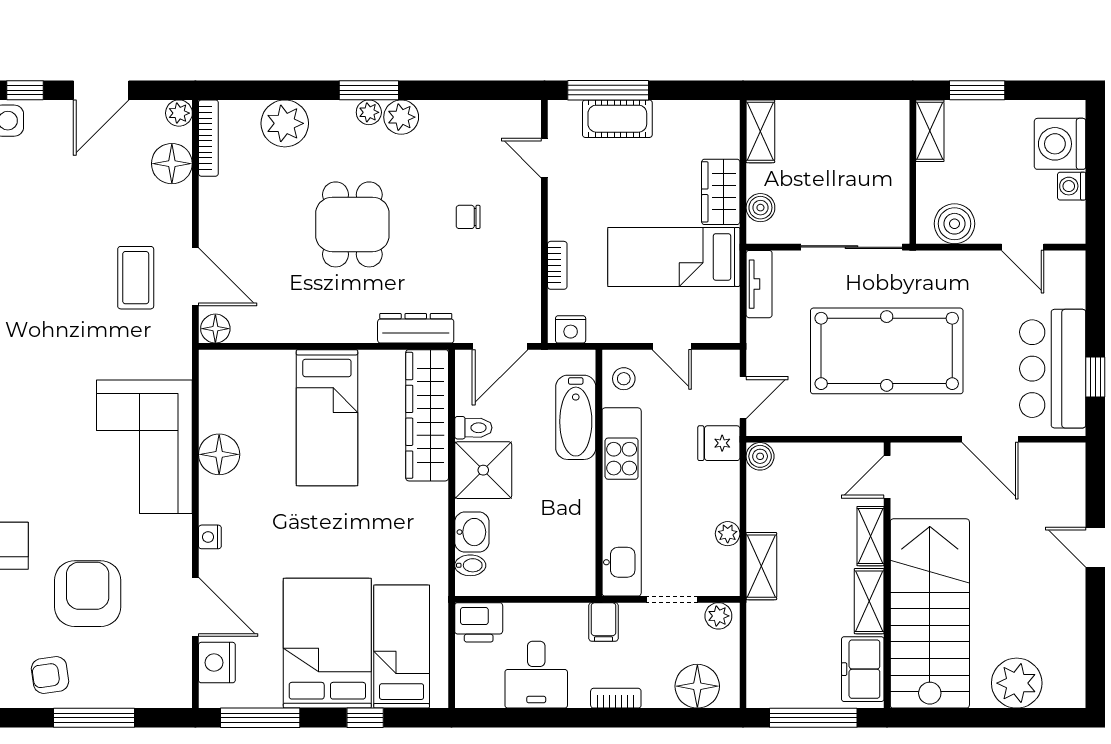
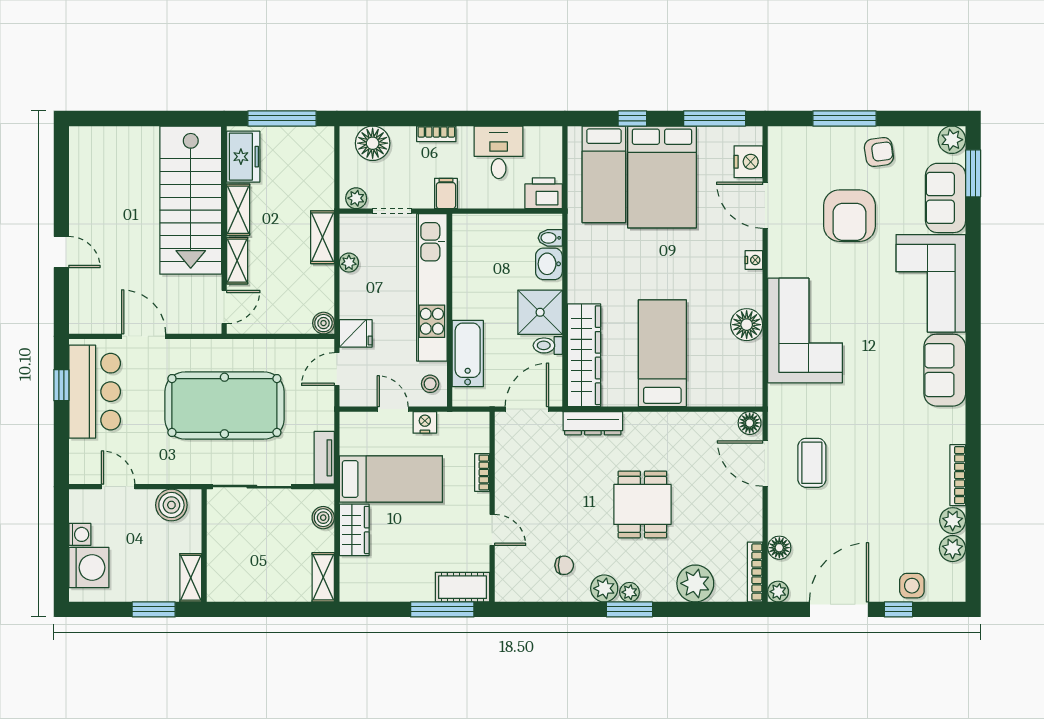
door: (101, 90) -> (839, 609), width x1.36
cot: (617, 119) -> (462, 587), moved
door: (544, 158) -> (492, 530), moved
floor lamp: (172, 164) -> (779, 548), width x0.73, depth x0.73
chair: (468, 217) -> (564, 565), moved
nightstand: (571, 329) -> (425, 422), moved
plant: (1017, 683) -> (123, 146), removed

